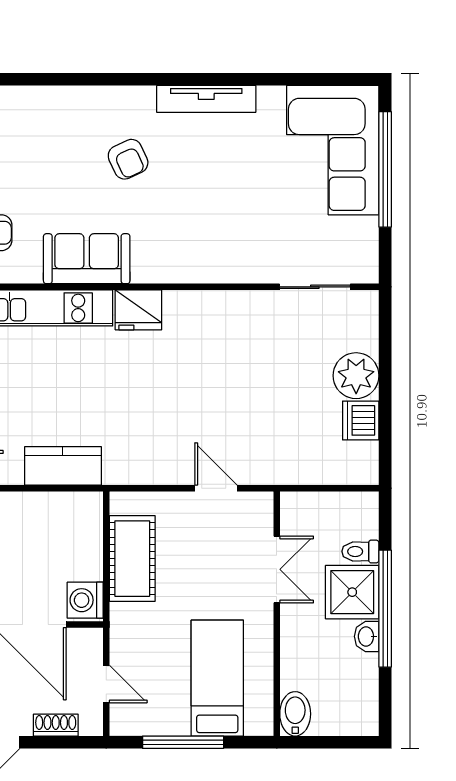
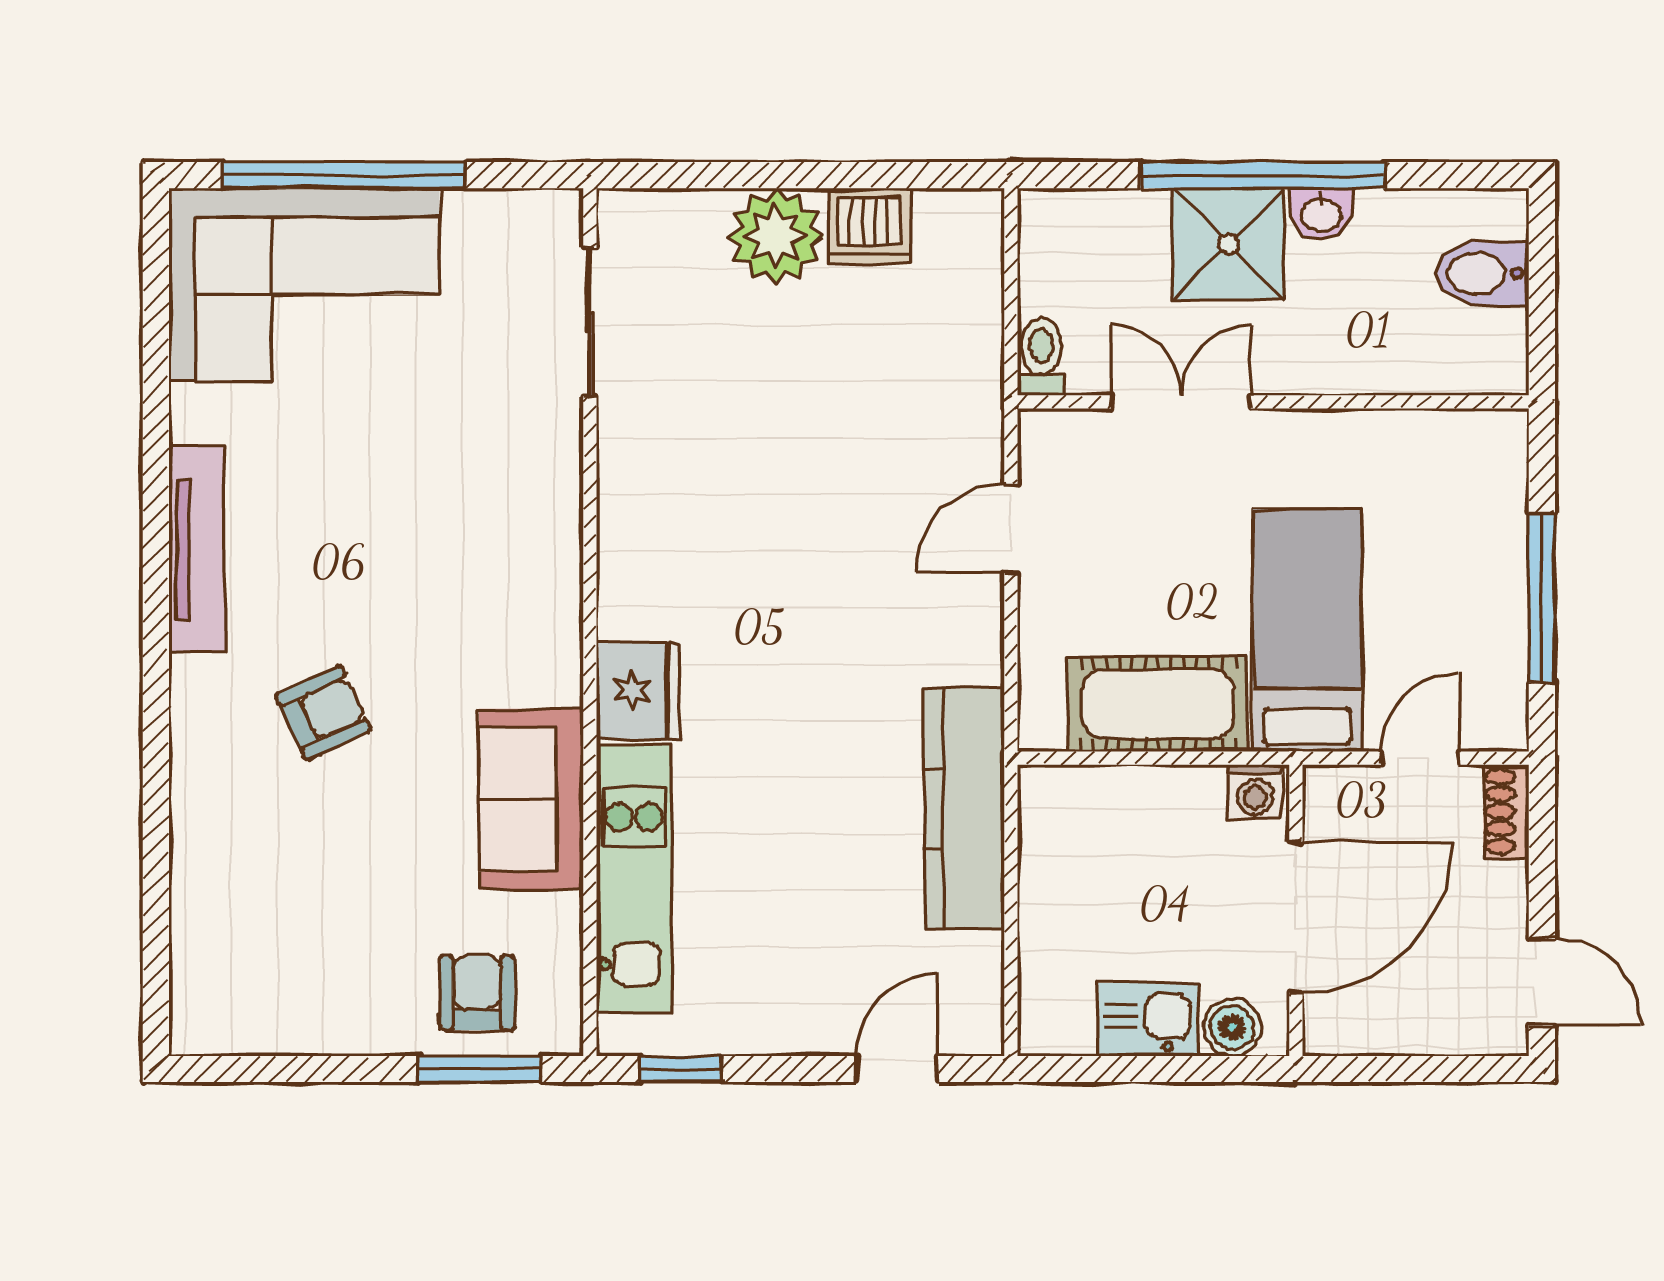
kitchen counter: (63, 466) -> (964, 809), width x1.50
toilet: (360, 551) -> (1041, 357), moved, turned 180
washing machine: (85, 600) -> (1255, 792), width x0.73, depth x0.73
bed: (217, 678) -> (1307, 630), moved, turned 90
bidet: (295, 714) -> (1482, 273), moved
shoe rack: (56, 725) -> (1506, 811), moved

